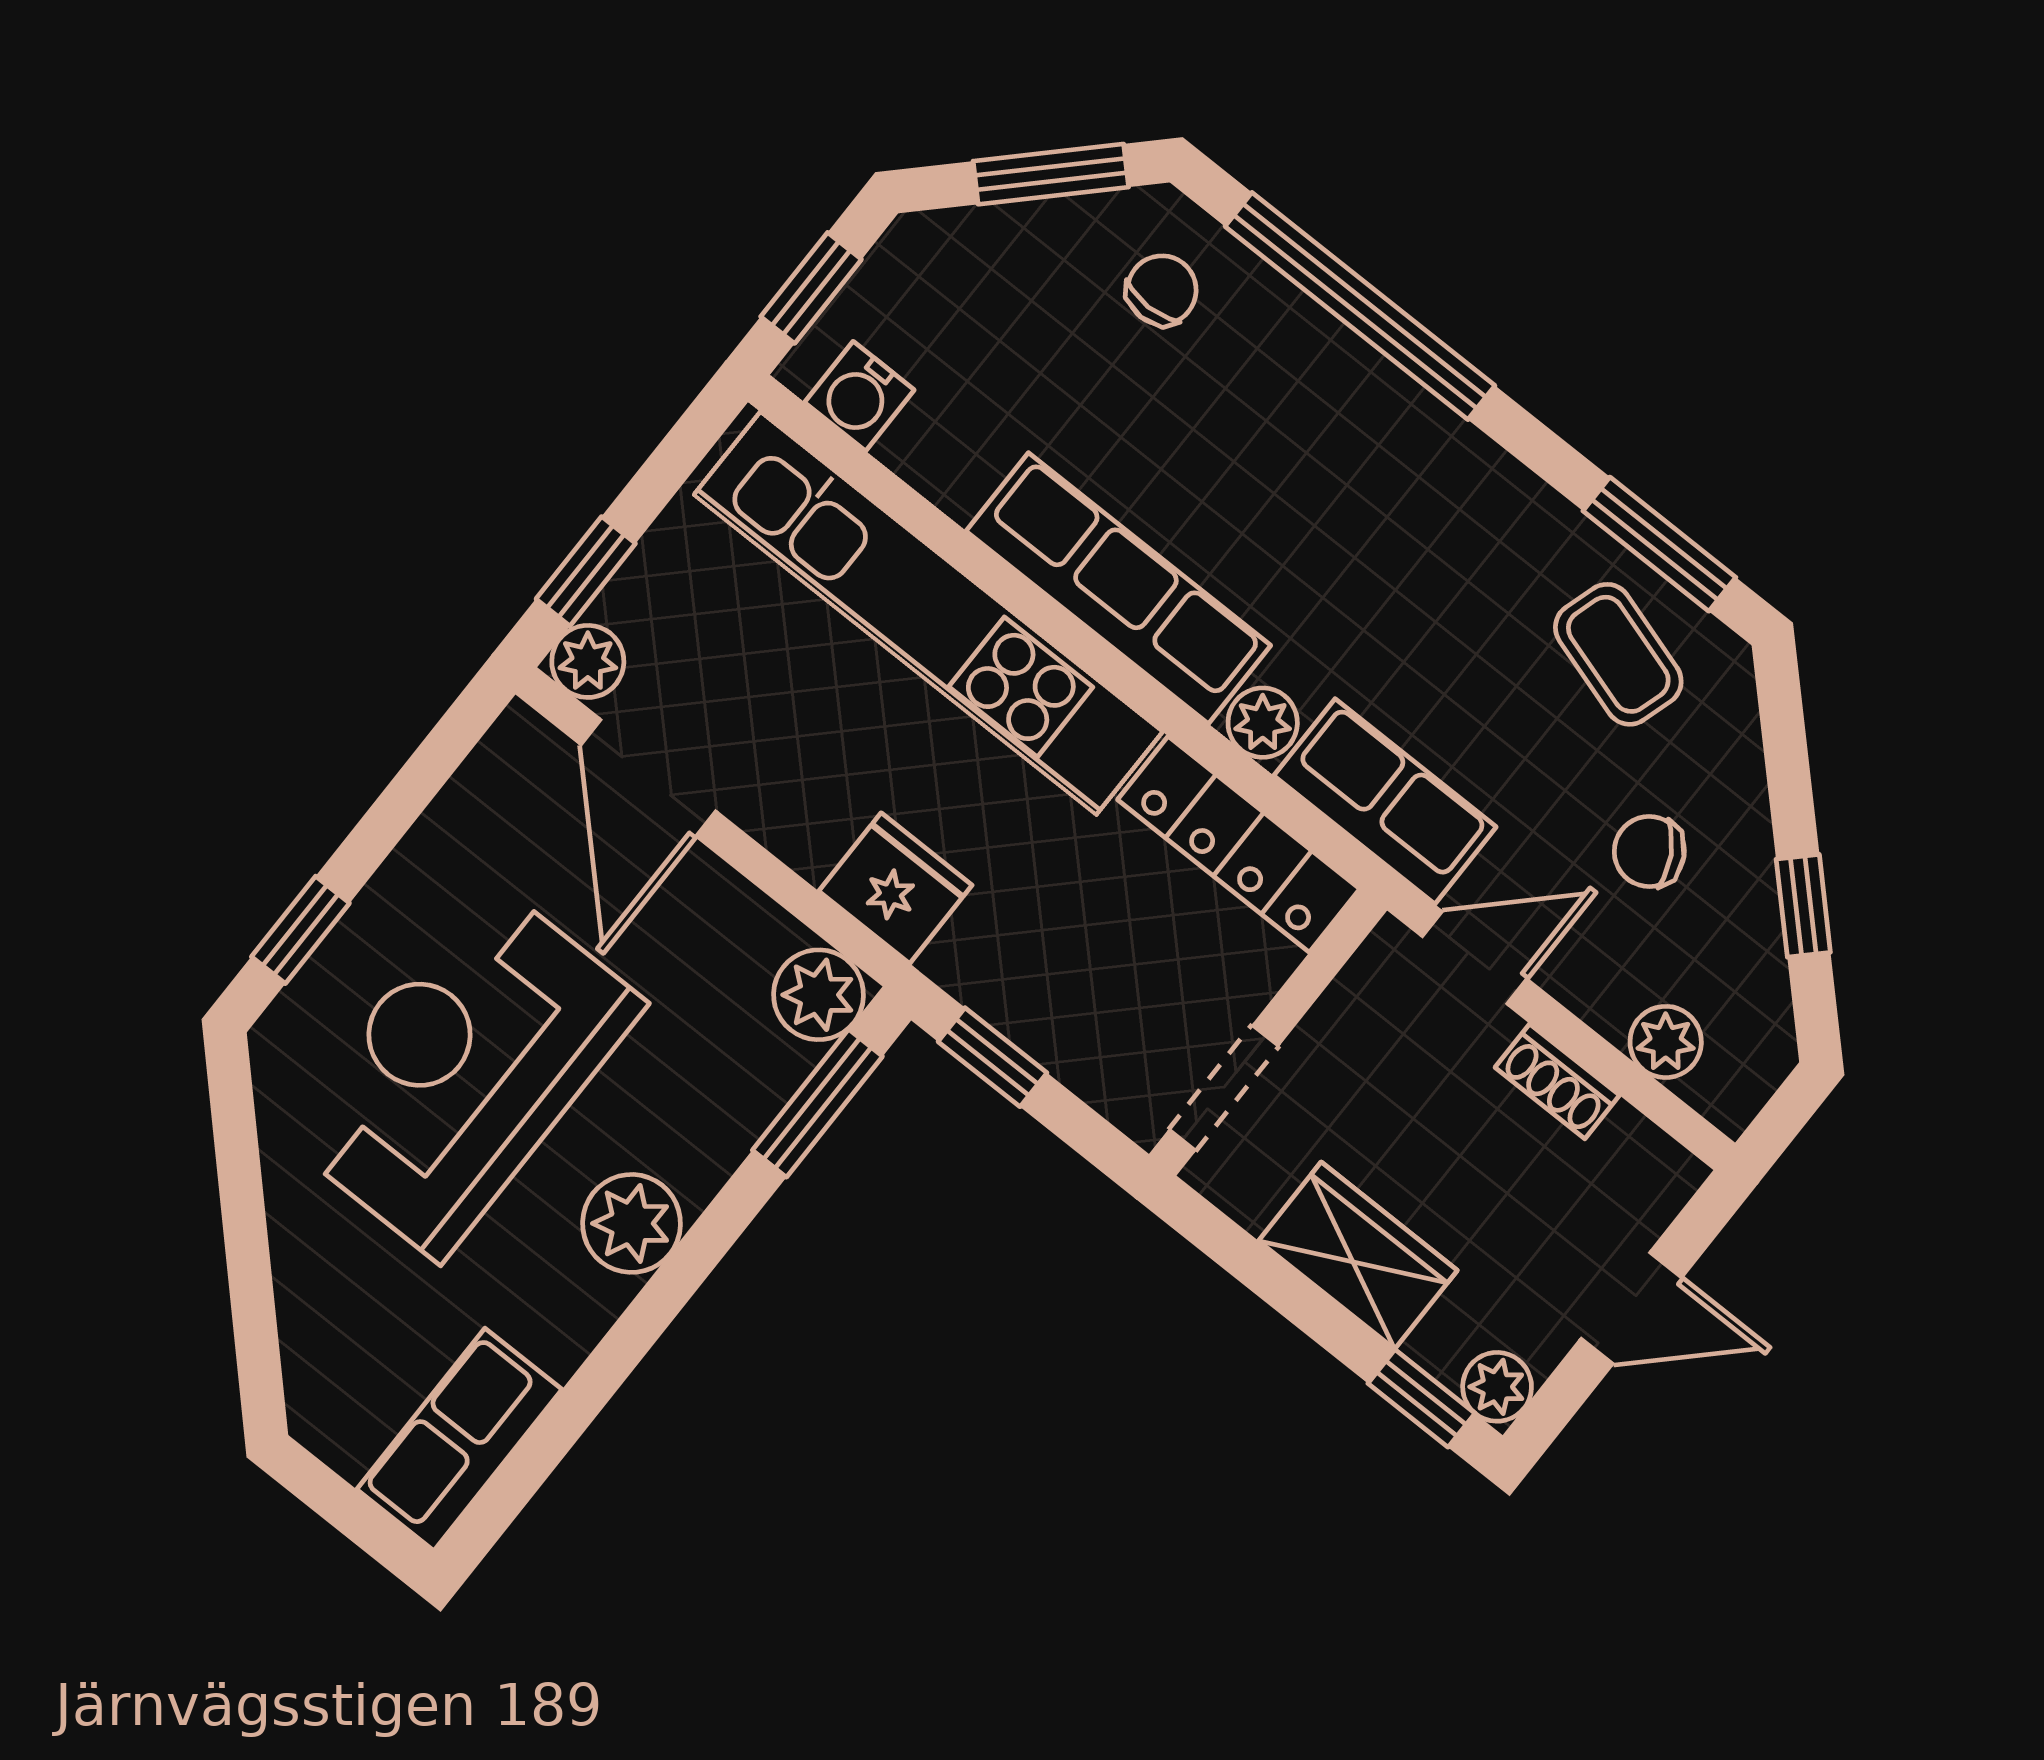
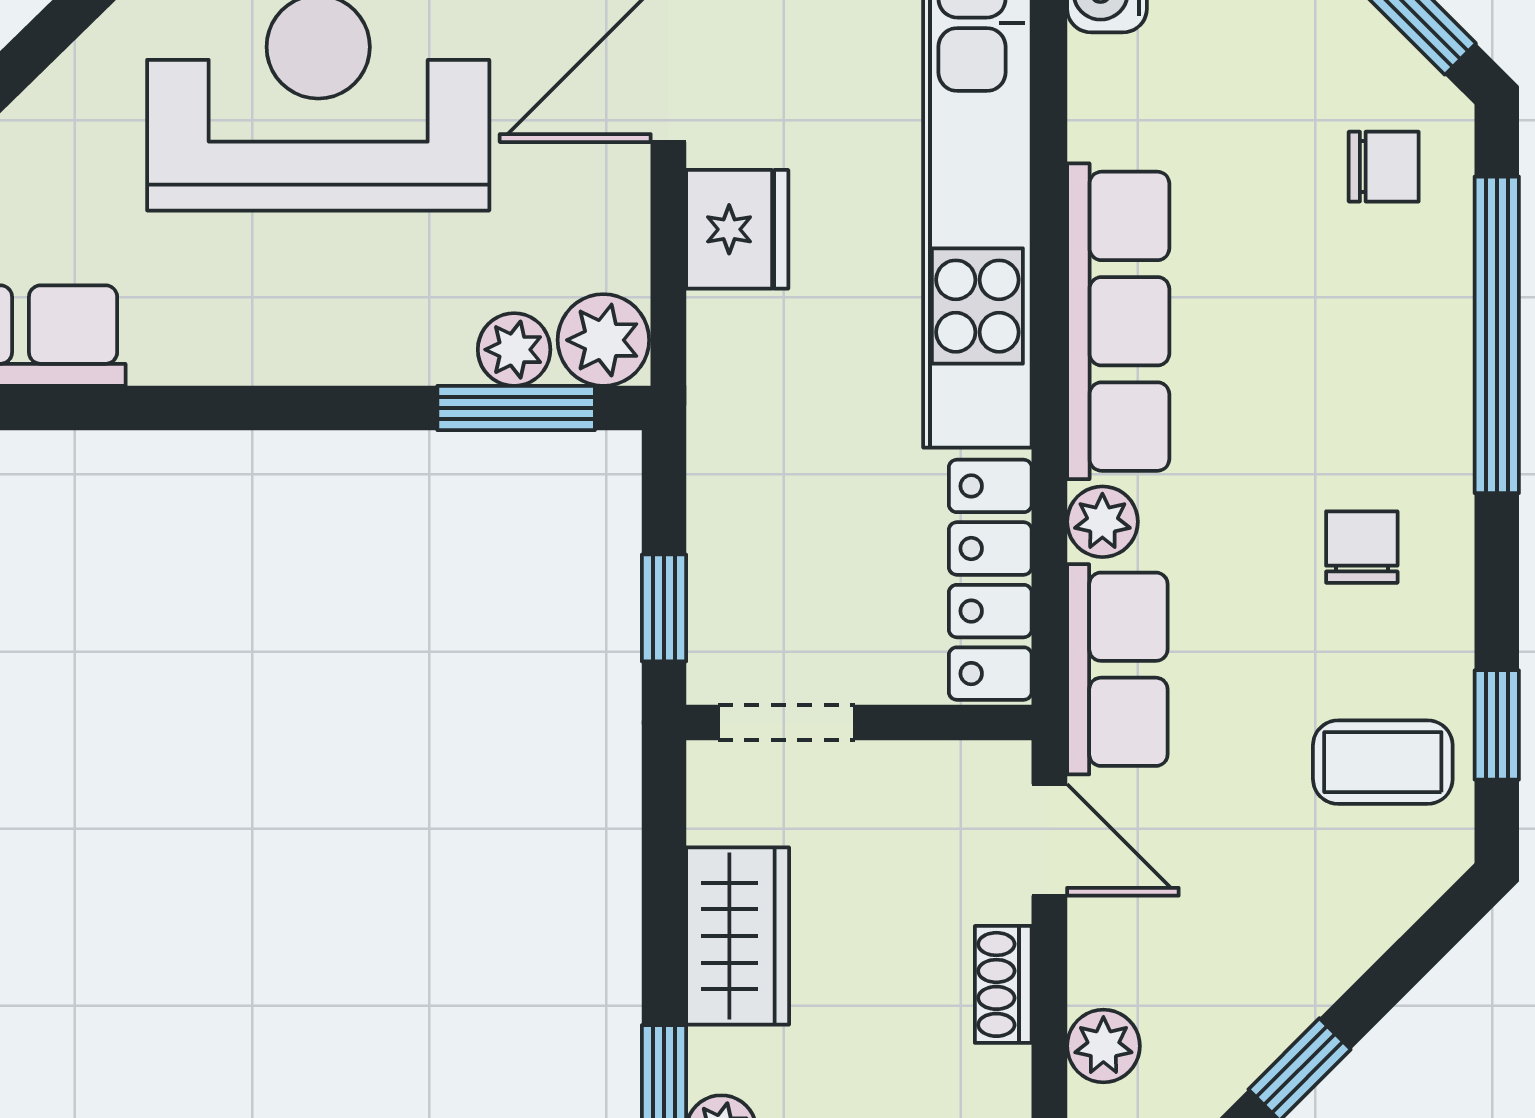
window: (1659, 544) -> (1497, 725), width x0.67
coffee table: (1618, 654) -> (1383, 762), turned 73
chair: (1649, 851) -> (1362, 547), moved, turned 30
fridge: (895, 888) -> (737, 229), moved
window: (993, 1057) -> (664, 608), moved
plant: (632, 1223) -> (514, 350), moved, width x0.73, depth x0.73

